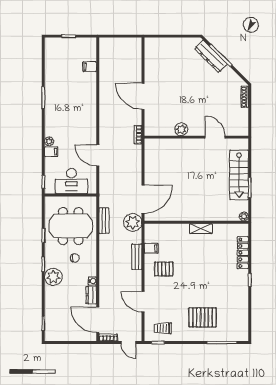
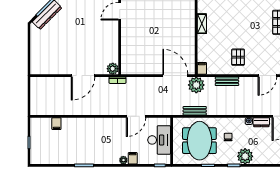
plant: (181, 129) -> (113, 69), moved
filing cabinet: (151, 248) -> (202, 68), moved

